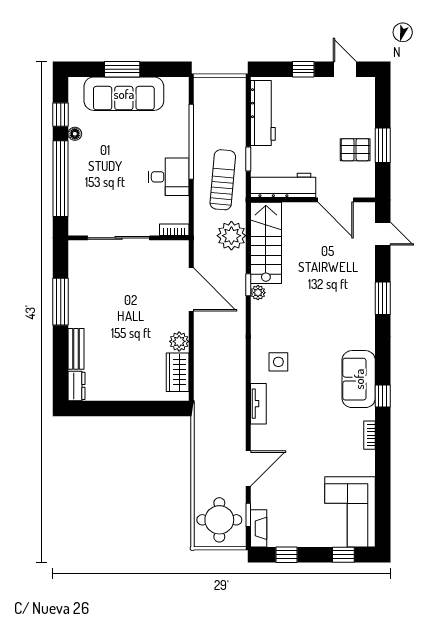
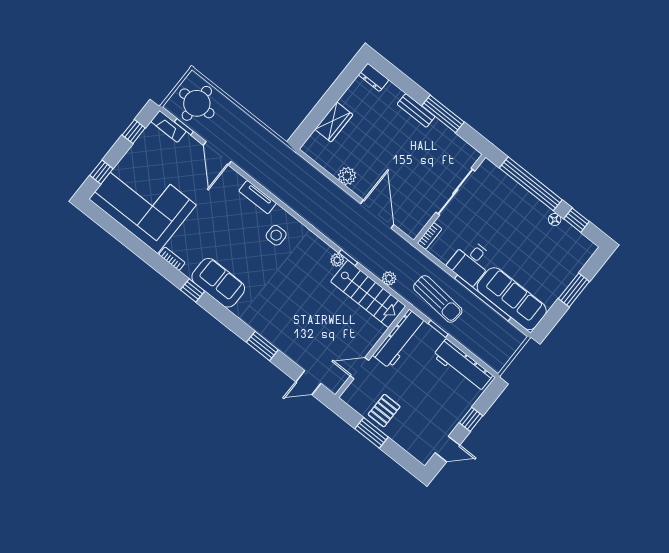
sofa: (124, 94) -> (512, 299), moved, turned 90
door: (336, 200) -> (359, 368), width x0.73
plant: (231, 236) -> (389, 278), width x0.53, depth x0.53
door: (191, 290) -> (377, 214), swing flipped
bench: (76, 349) -> (416, 111), moved
wardrobe: (178, 372) -> (334, 122), moved, turned 90
corner sofa: (350, 512) -> (143, 202), width x1.36, depth x1.36

